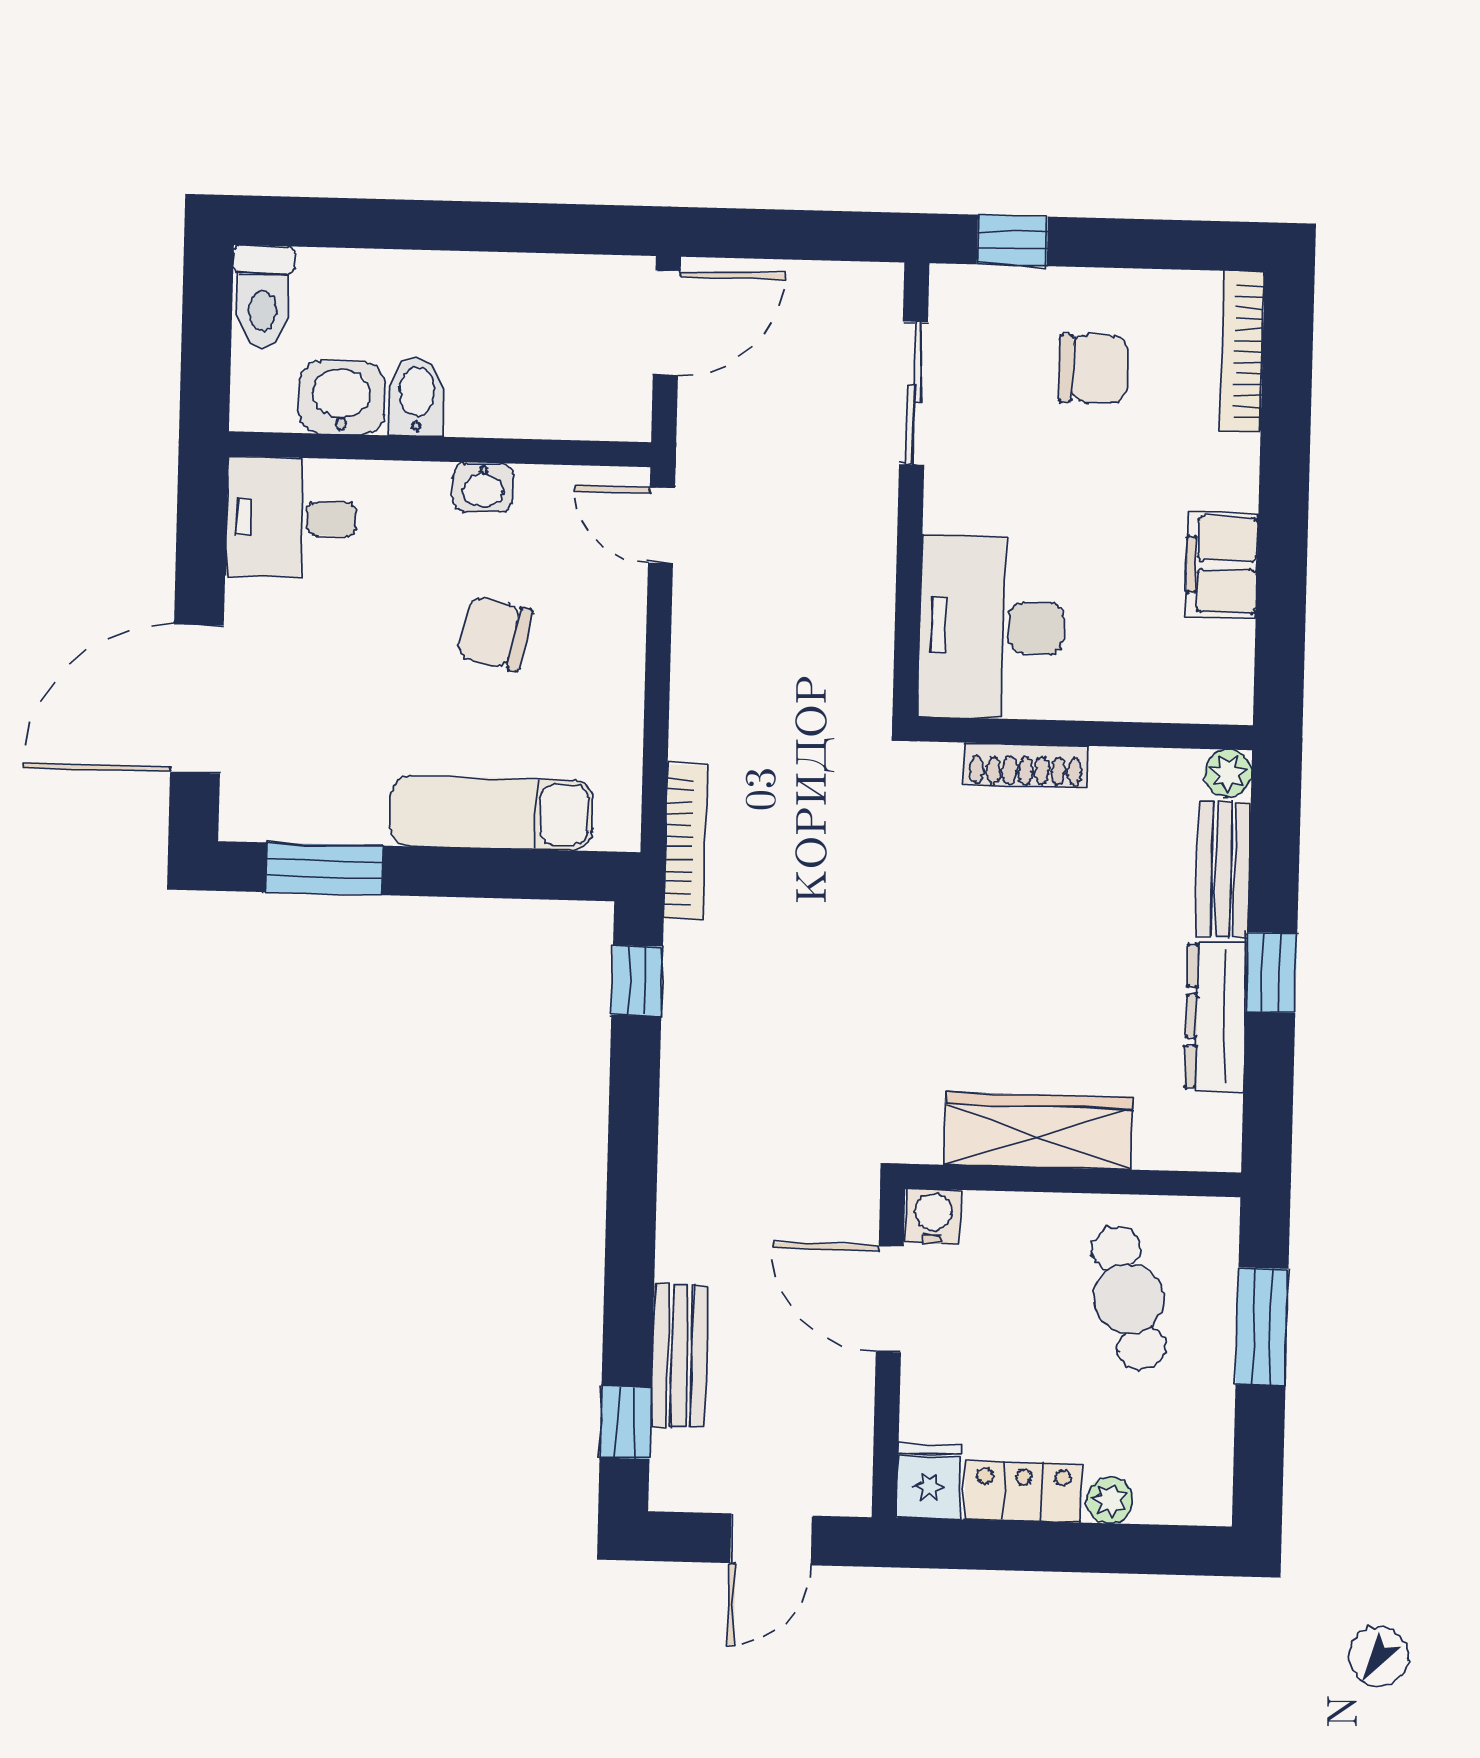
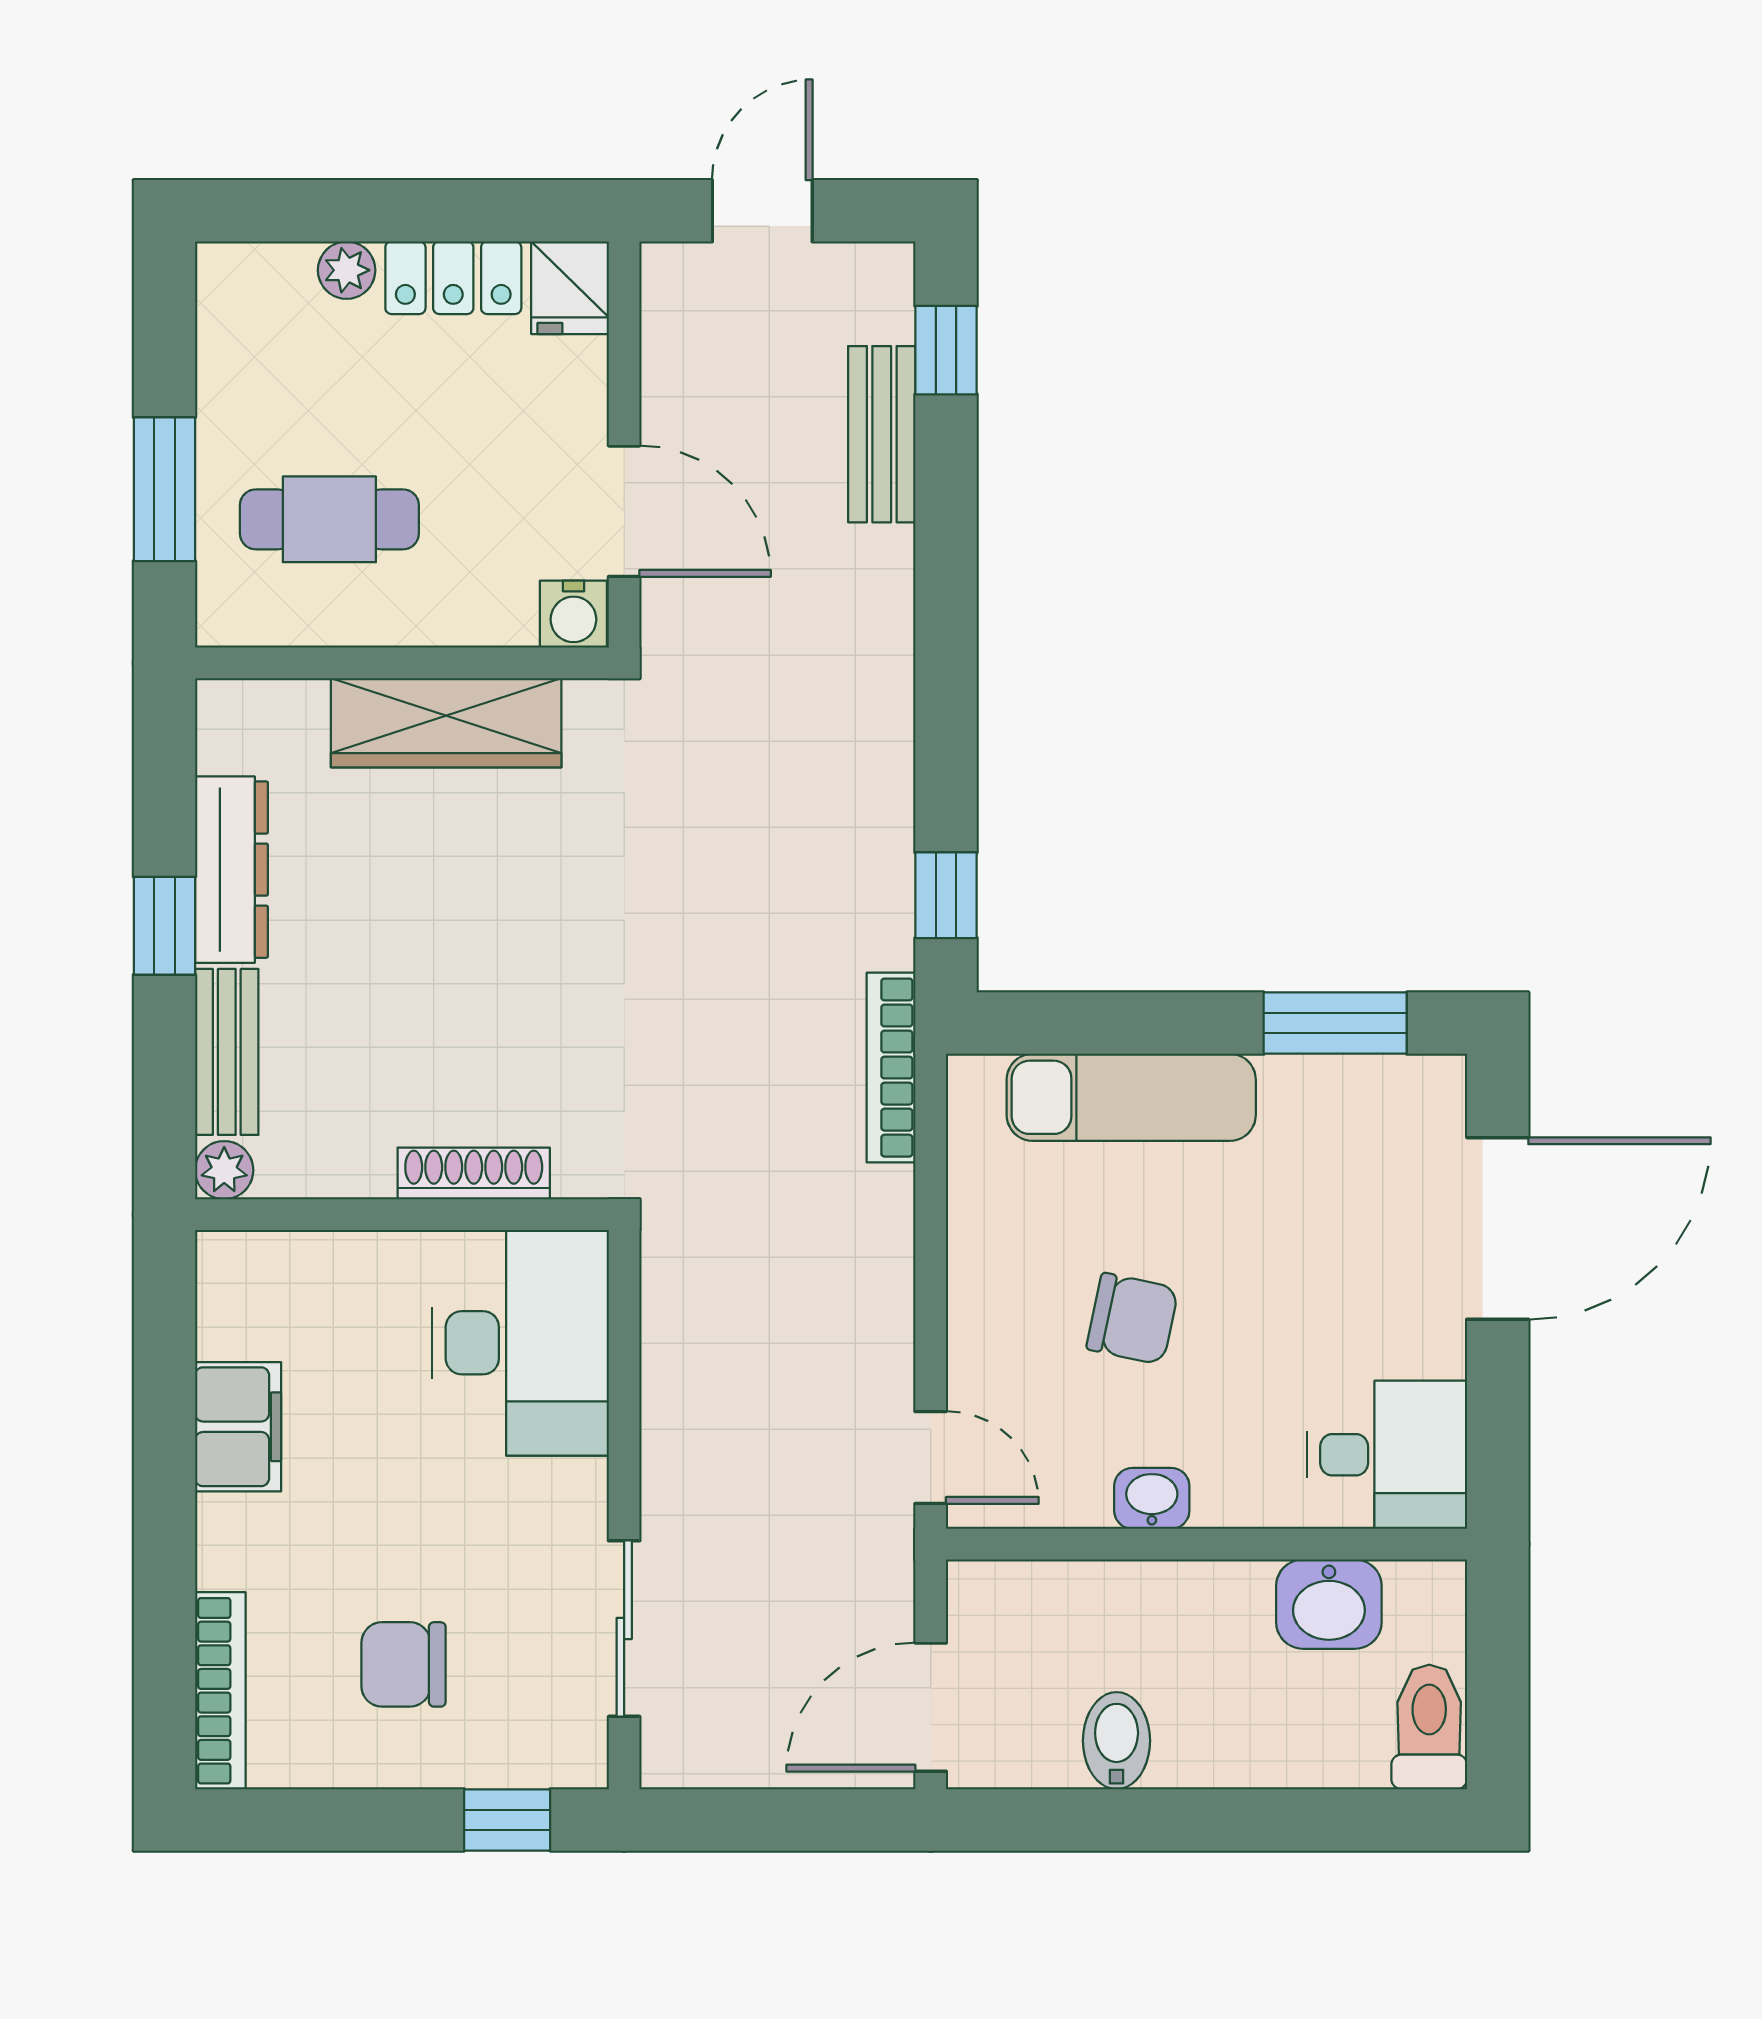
bidet: (417, 397) -> (1117, 1741), moved, turned 180
cafe table: (1129, 1298) -> (329, 519), turned -74

